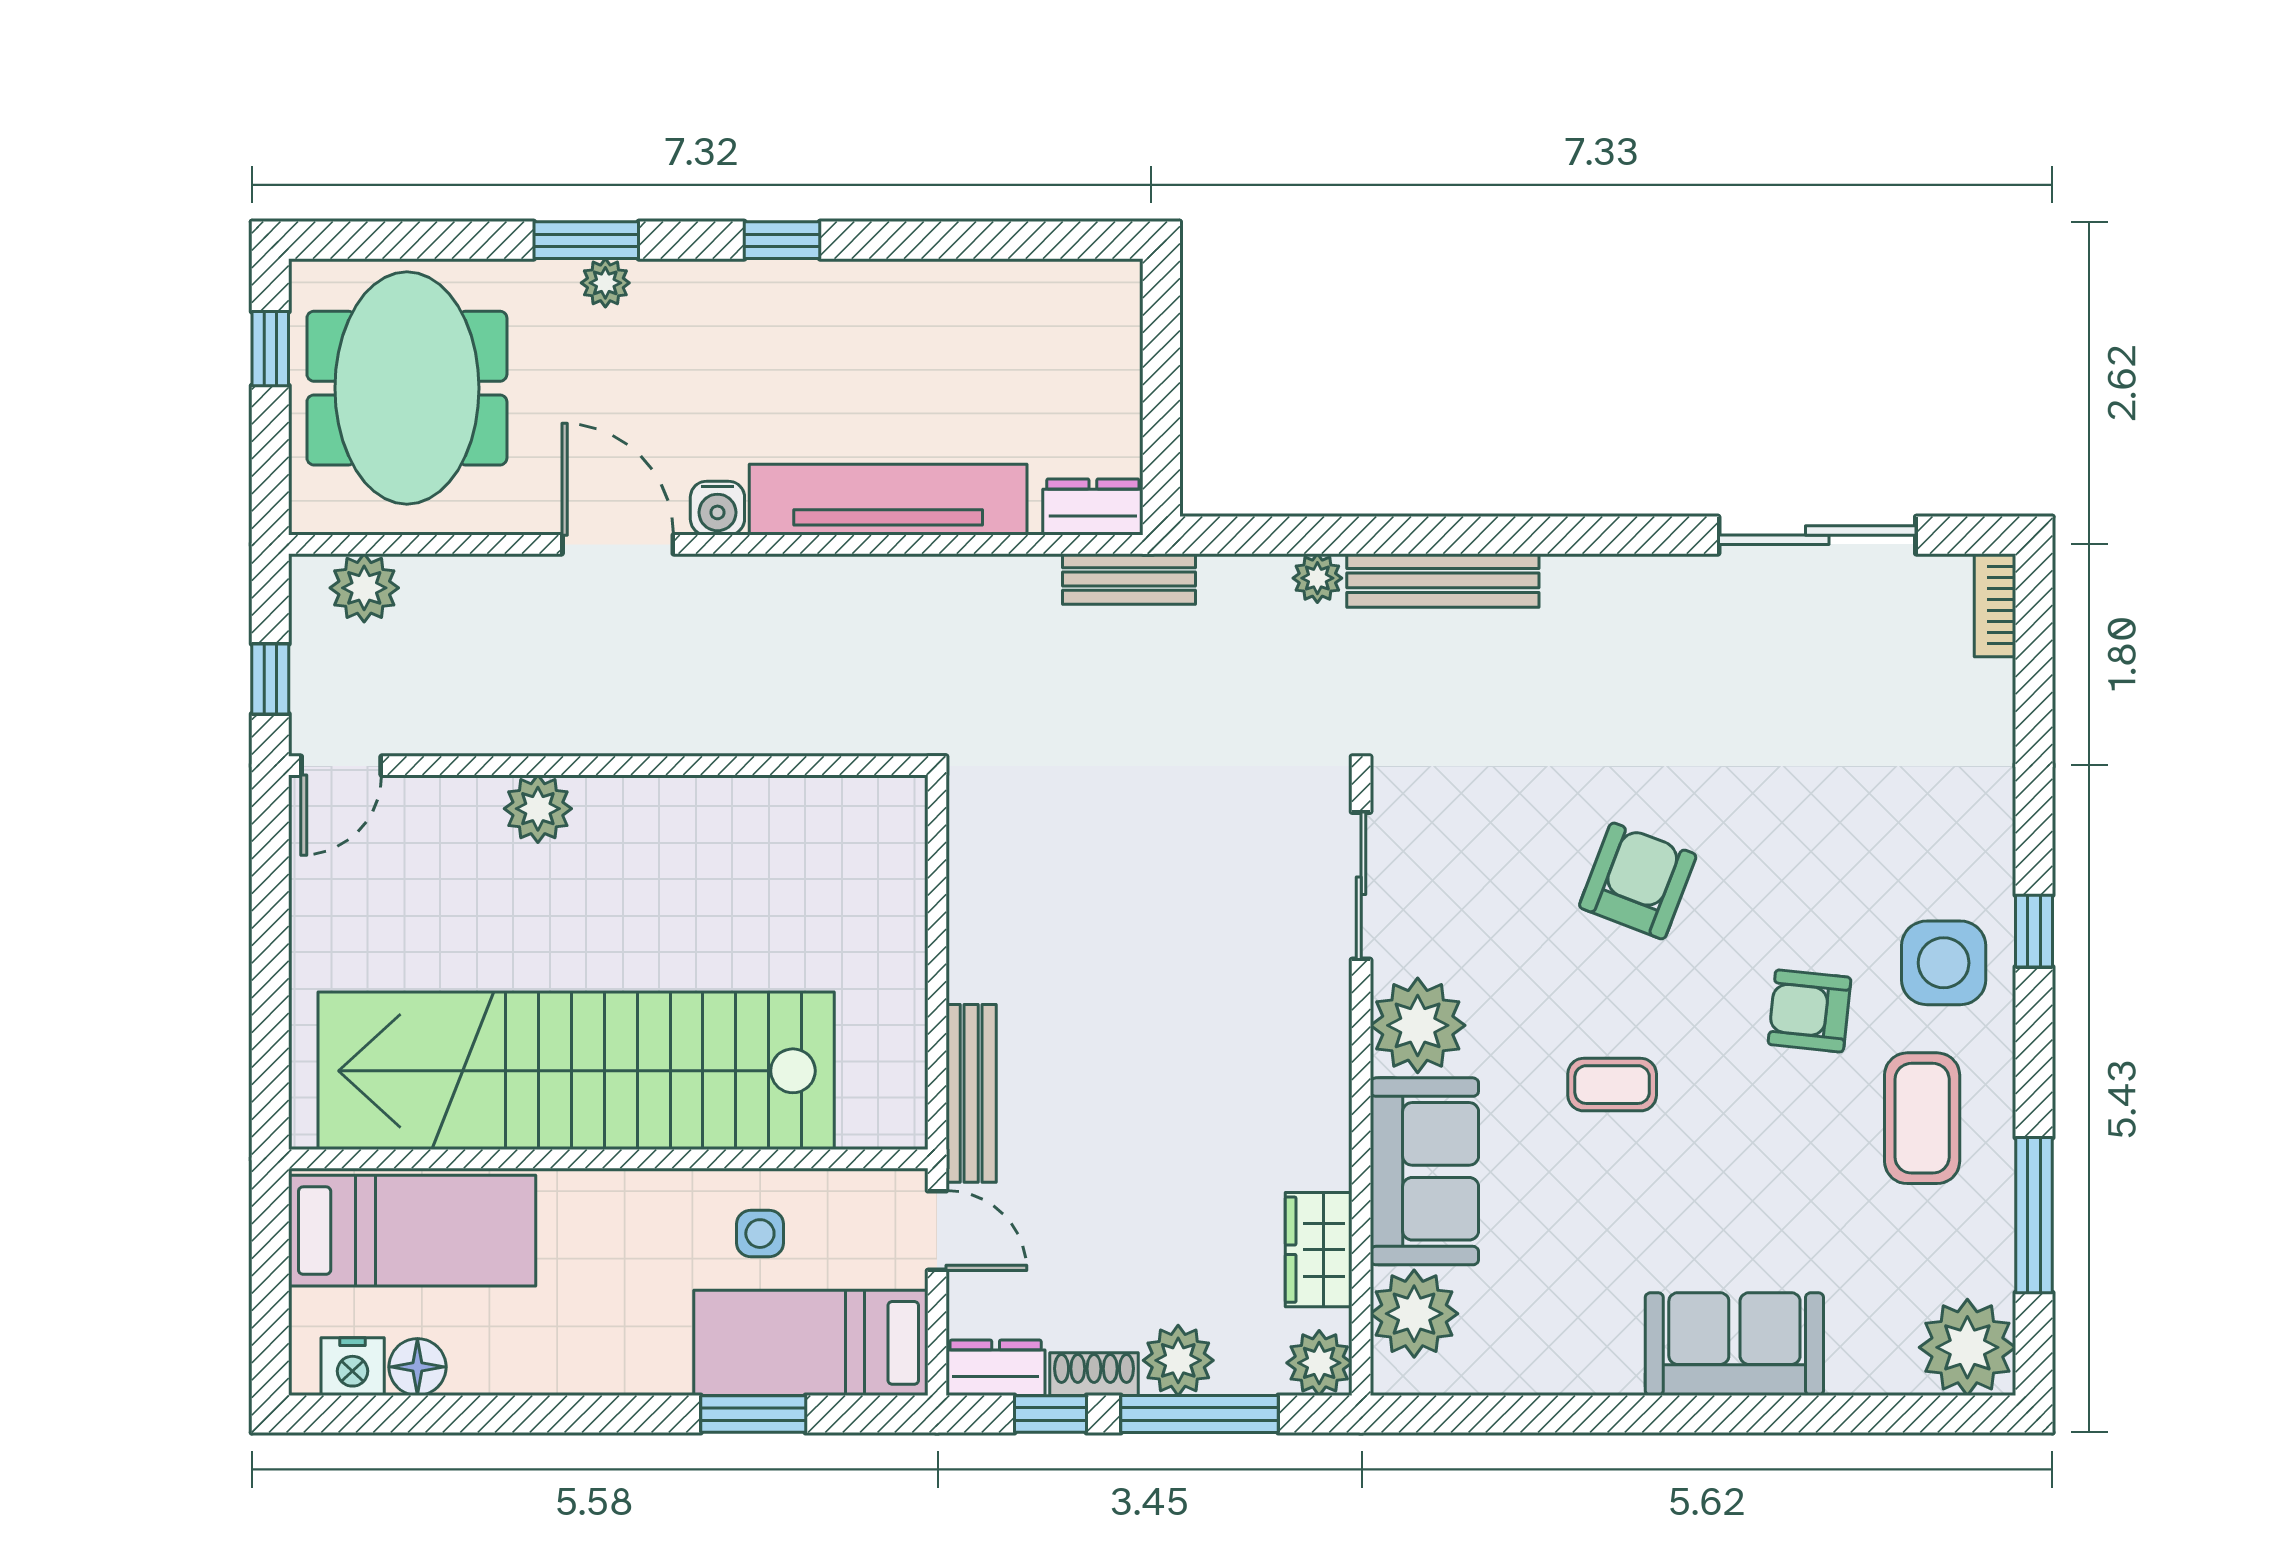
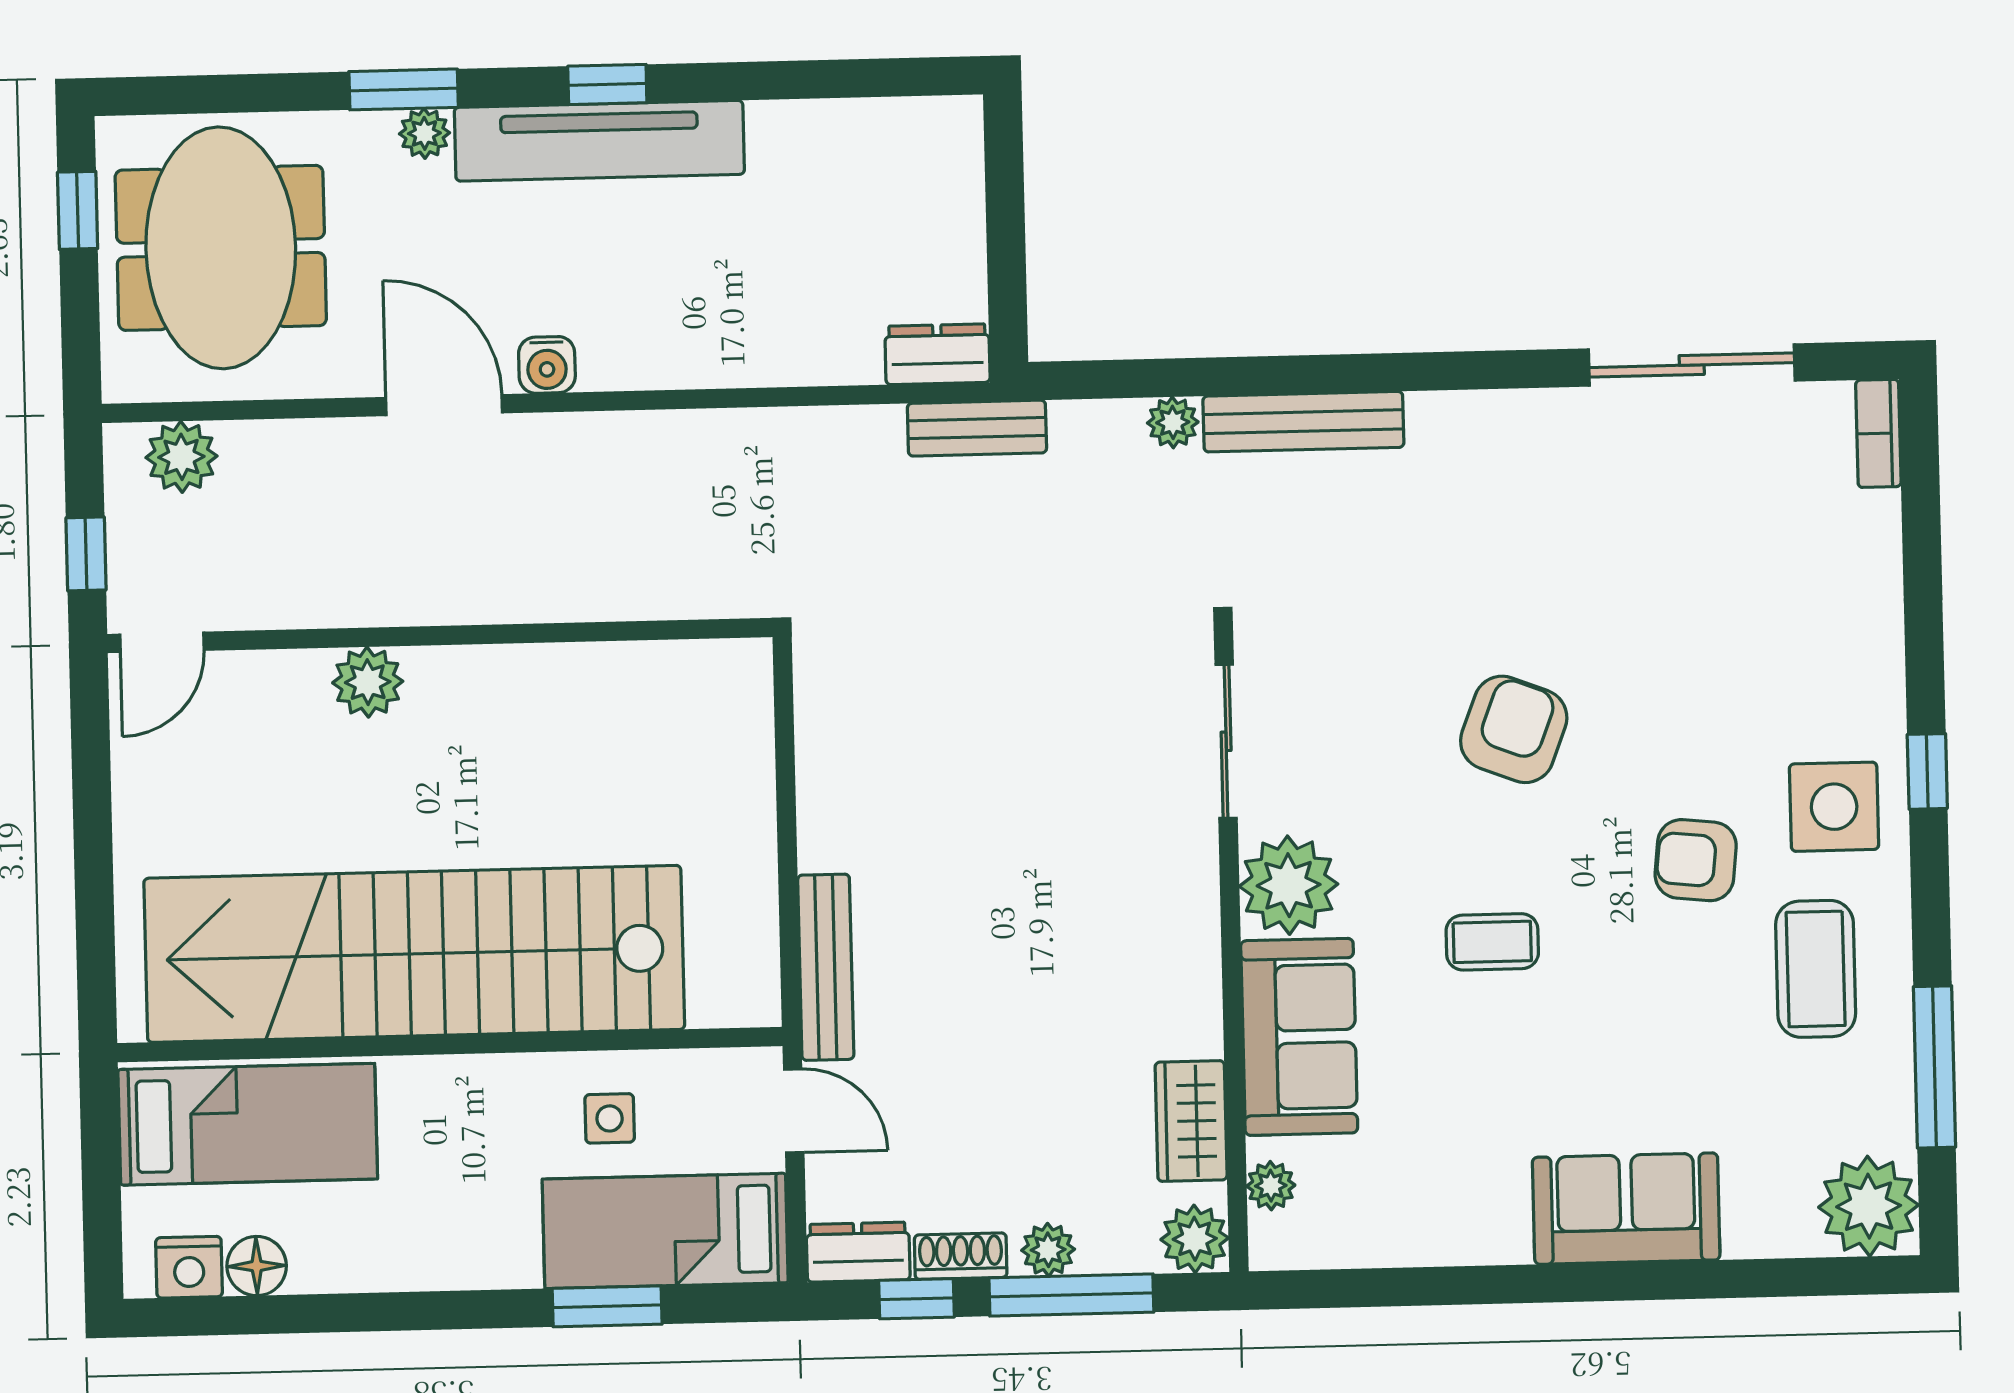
tv unit: (888, 500) -> (599, 141), moved, turned 180
plant: (1414, 1314) -> (1271, 1186), width x0.53, depth x0.53
plant: (1178, 1360) -> (1048, 1250), width x0.73, depth x0.73

